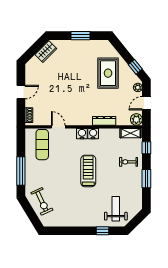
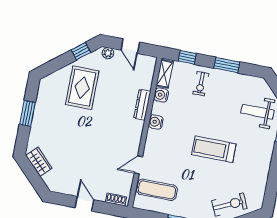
rug: (108, 73) -> (82, 88), turned 90
plant: (136, 119) -> (149, 63), removed
water cooler: (82, 134) -> (161, 95), moved
treadmill: (88, 171) -> (214, 149), moved

